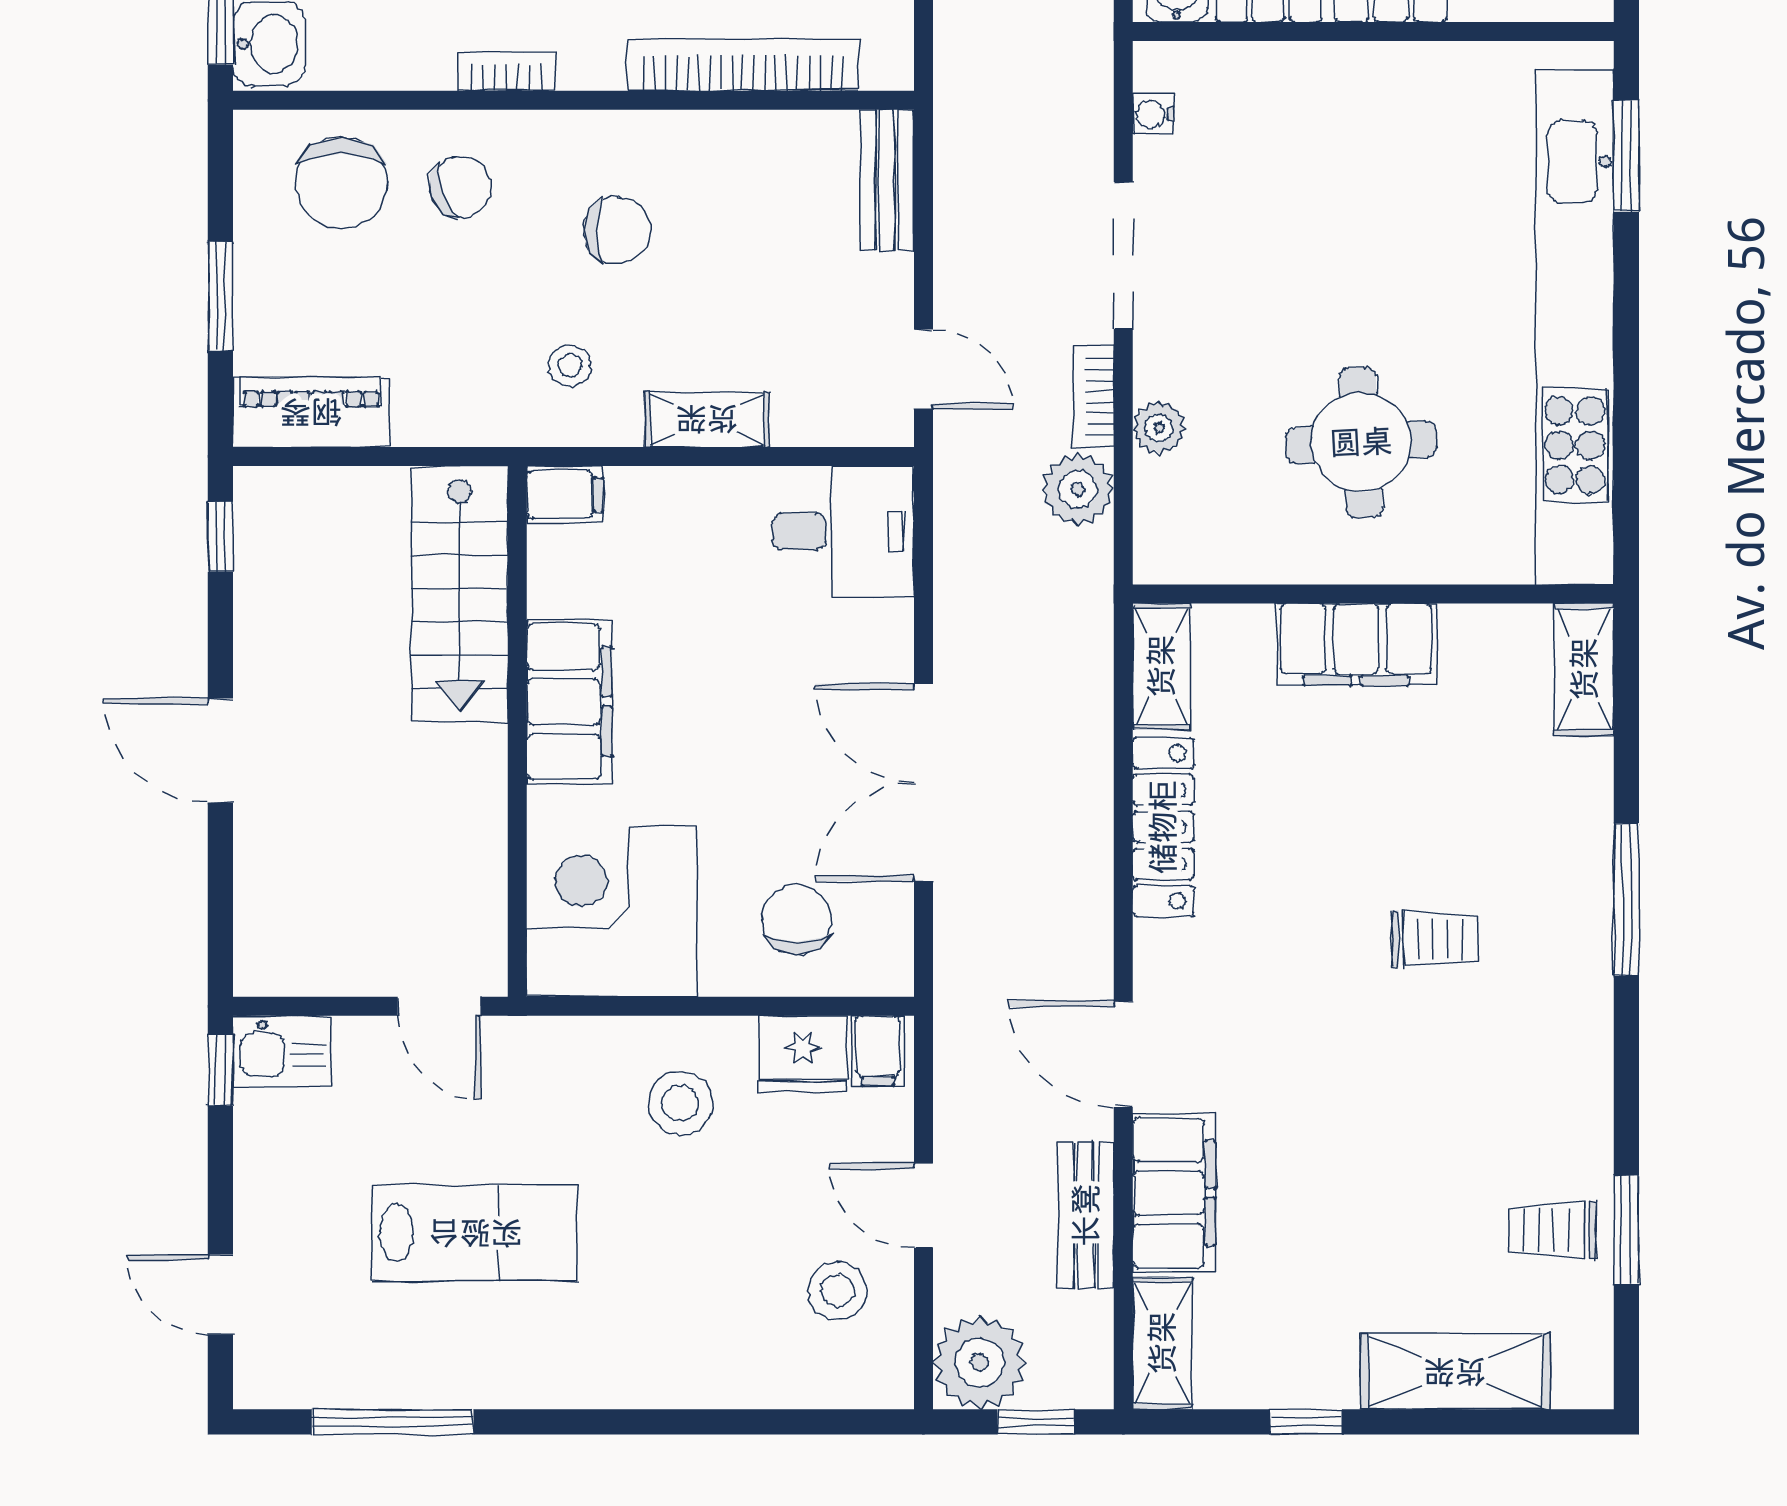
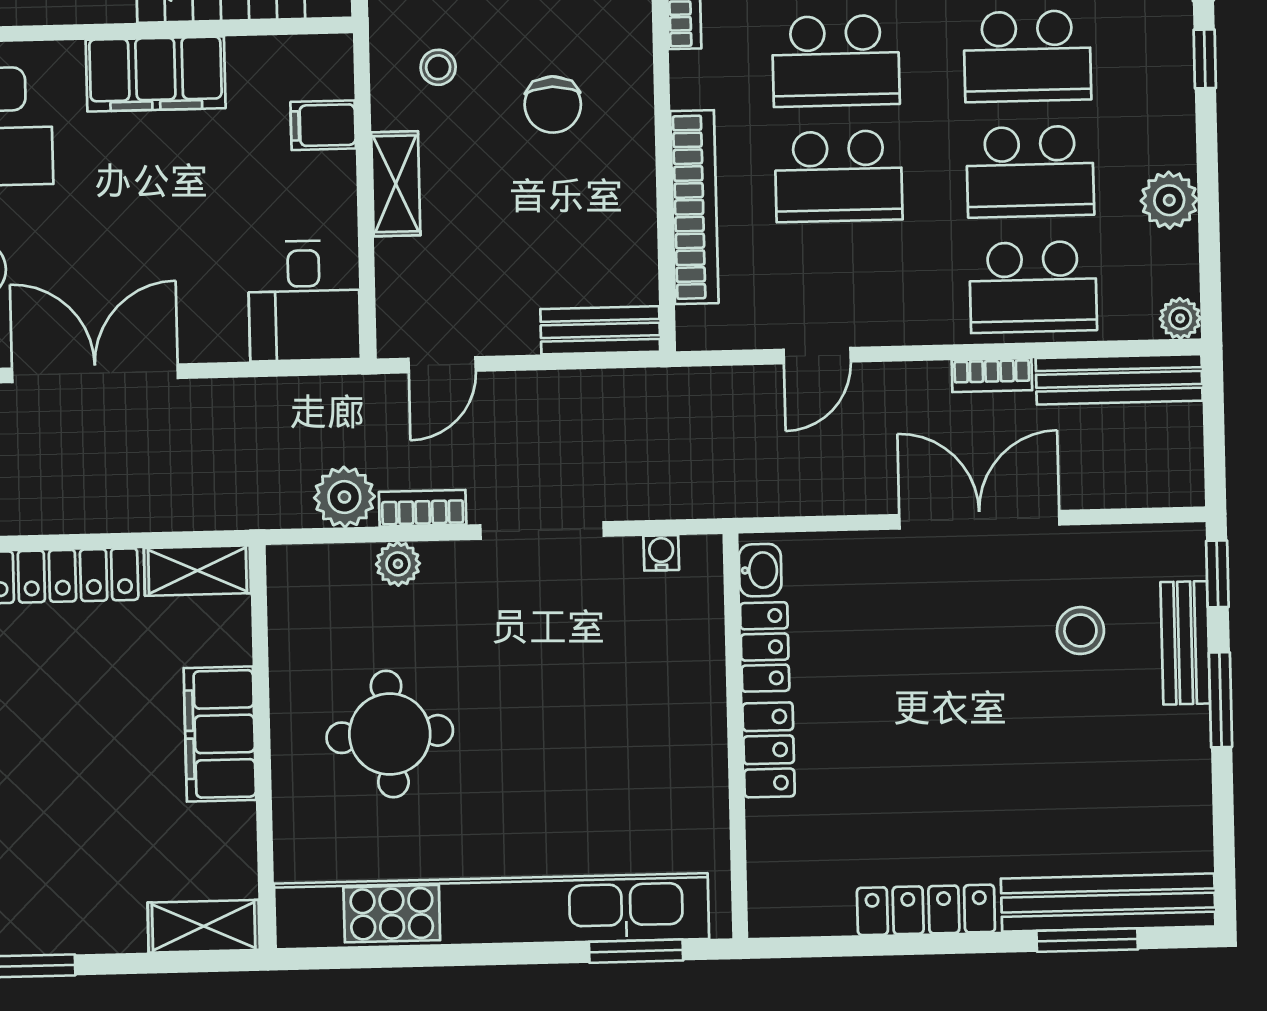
filing cabinet: (565, 494) -> (323, 125), moved, turned 90

